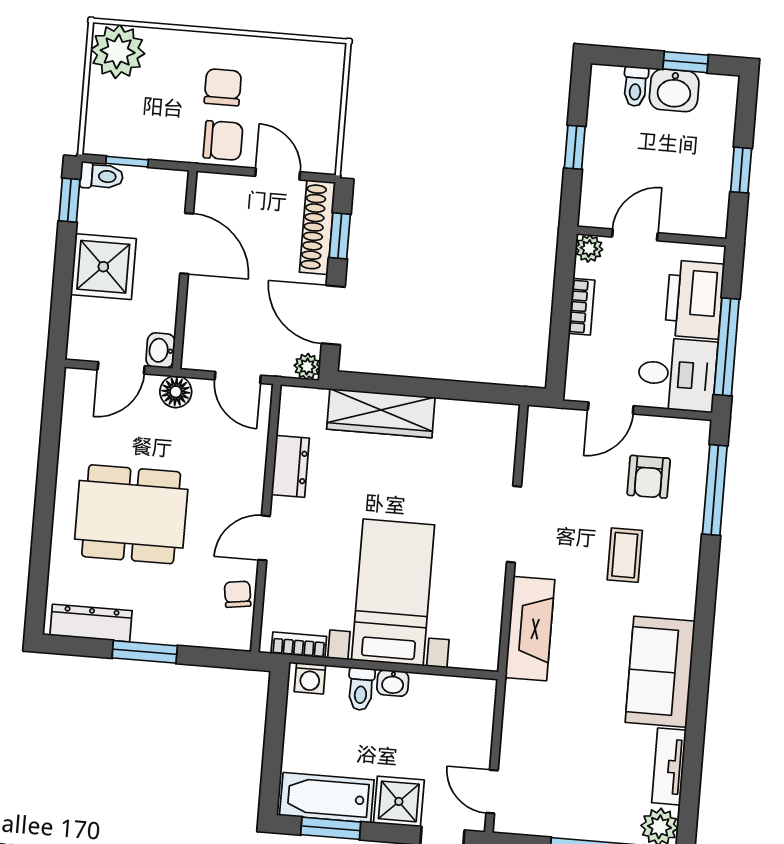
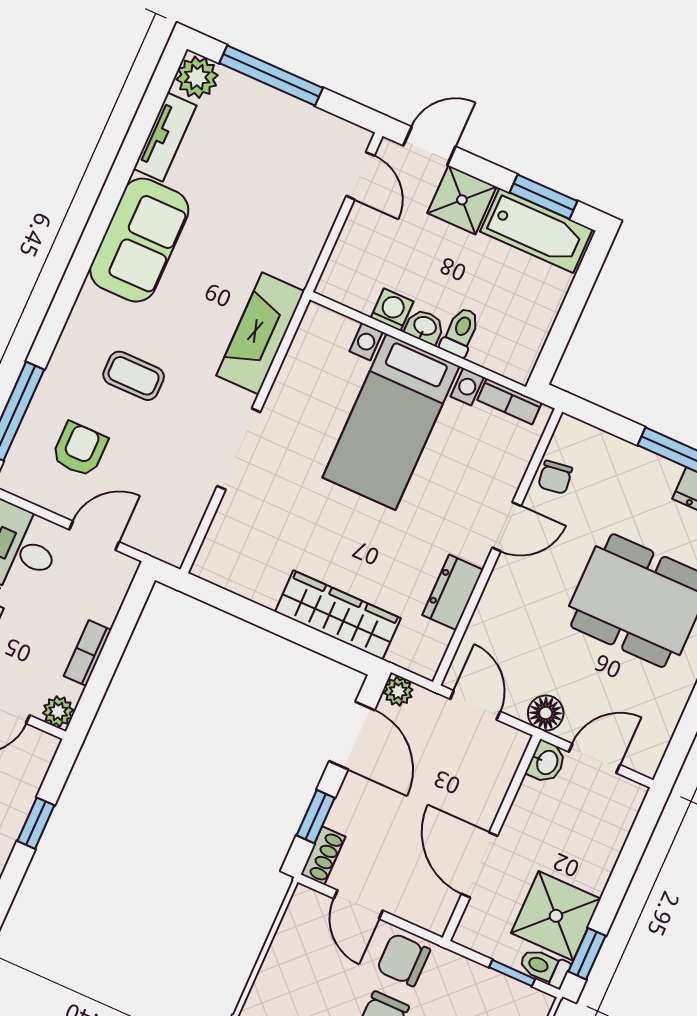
shoe rack: (317, 227) -> (323, 856), width x0.51, depth x0.81
shower: (103, 267) -> (556, 916), moved
coffee table: (625, 555) -> (134, 376), turned 90
washing machine: (310, 678) -> (392, 310), moved

